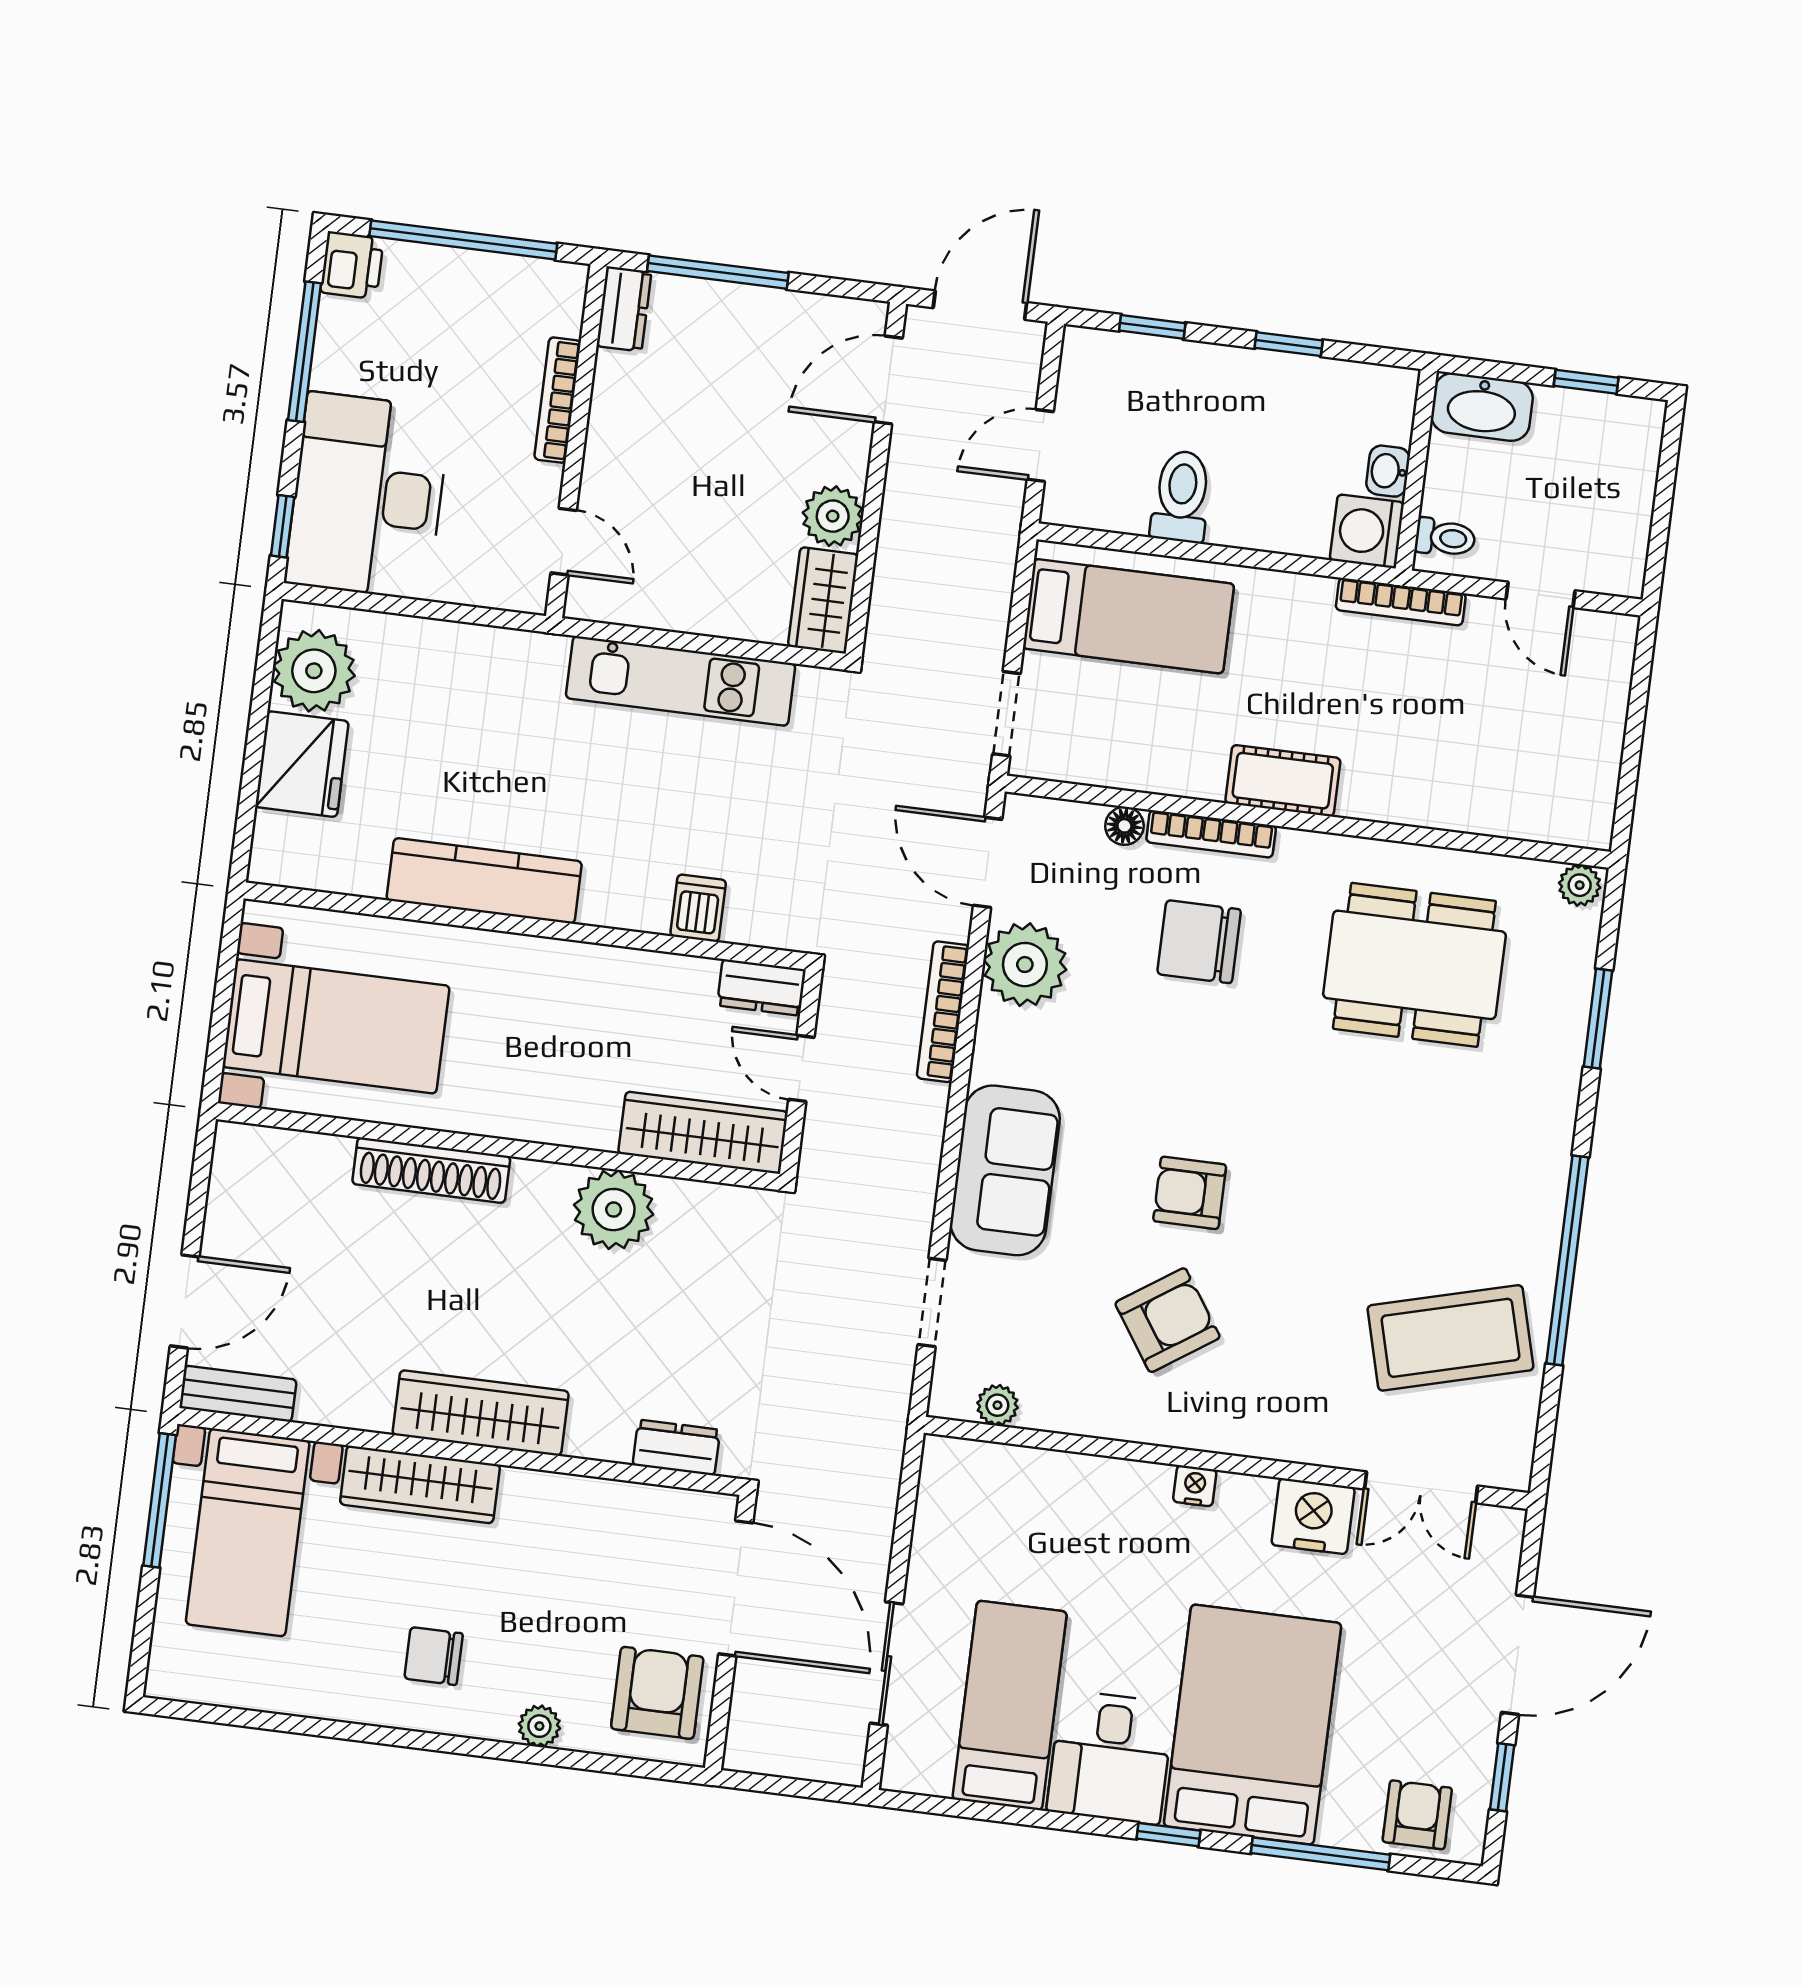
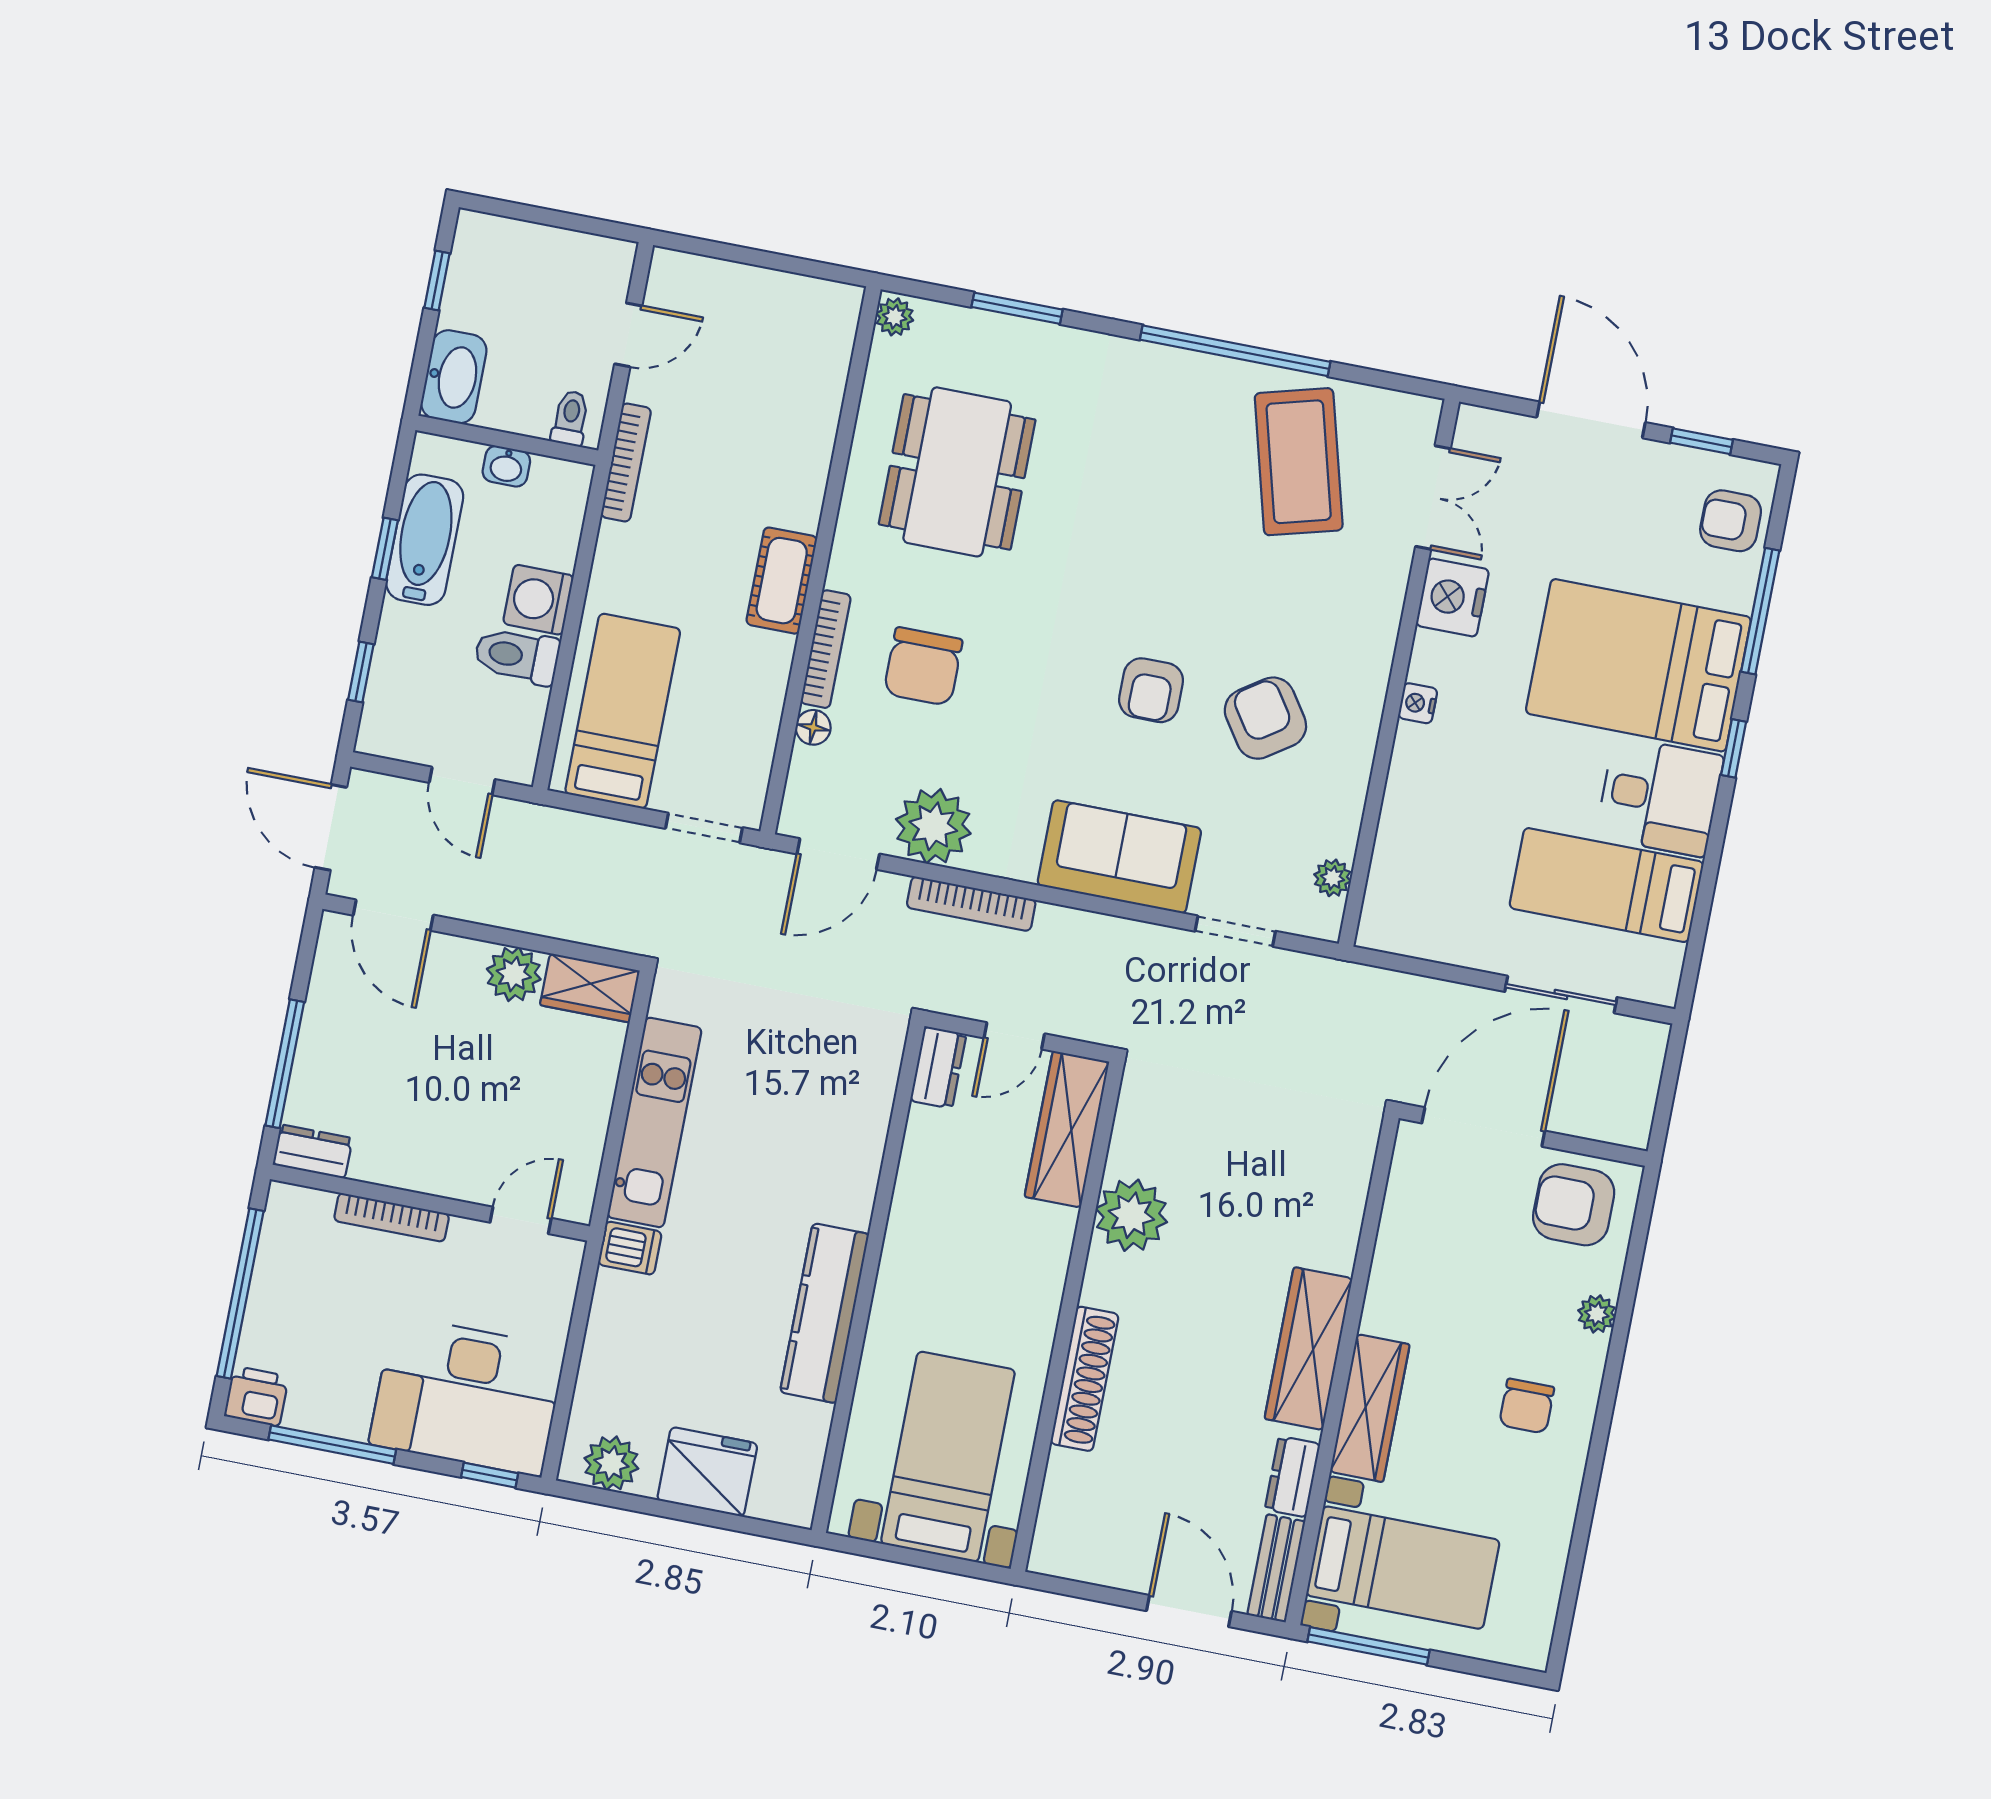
bathtub: (1302, 387) -> (425, 540), added
washing machine: (1367, 531) -> (538, 600), moved, turned 90
plant: (314, 671) -> (611, 1463), width x0.73, depth x0.73
dishwasher: (698, 908) -> (630, 1248), moved, turned 180
dresser: (676, 1447) -> (1292, 1477), moved

